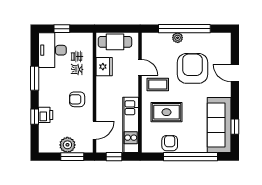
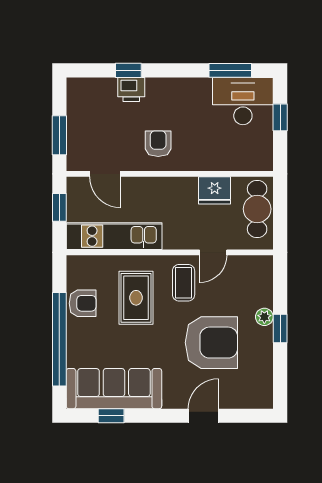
window: (184, 29) -> (280, 329), width x0.32
window: (35, 78) -> (230, 70), moved
plant: (67, 145) -> (80, 127), removed

